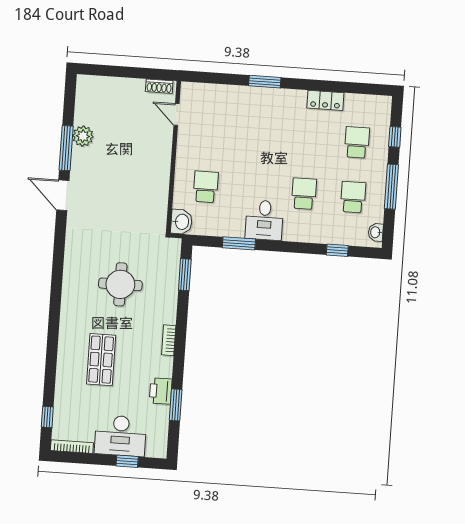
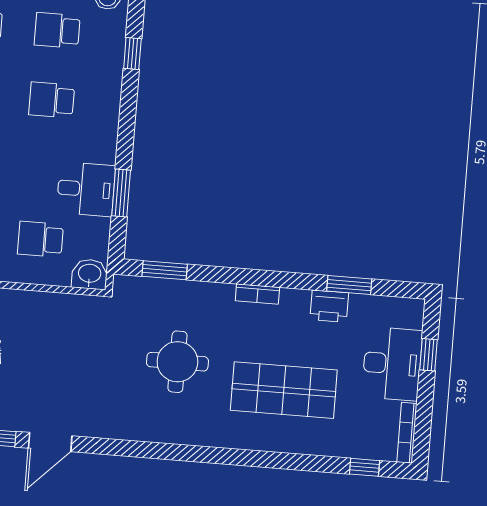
desk: (264, 220) -> (86, 189), moved
shop shelf: (101, 360) -> (284, 390), width x1.43, depth x1.36

